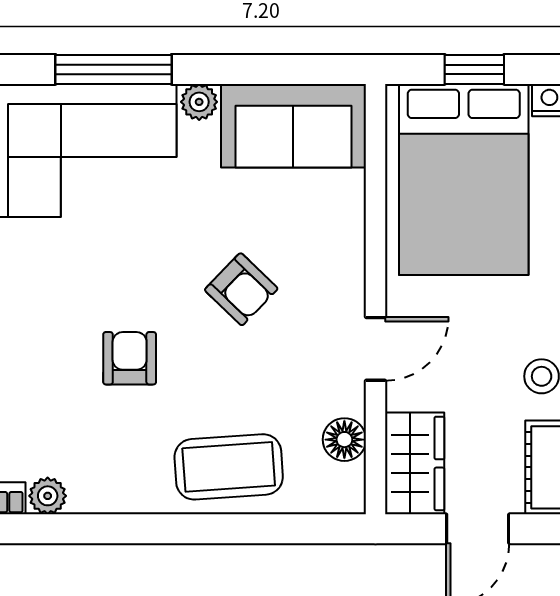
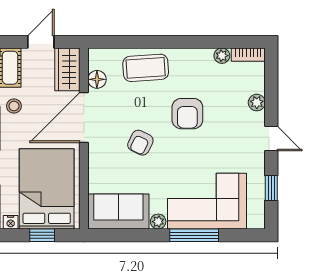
armchair: (241, 289) -> (140, 143), turned -108
door: (375, 349) -> (84, 118), width x1.87
armchair: (130, 358) -> (187, 114), width x1.38, depth x1.38

